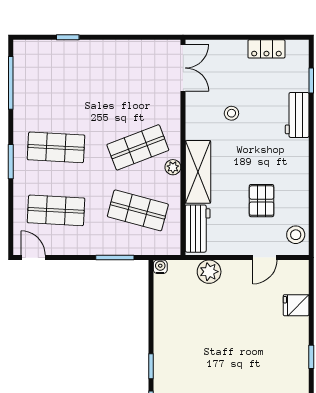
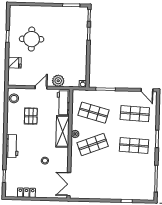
workbench: (297, 115) -> (12, 146), moved
door: (265, 258) -> (41, 88), moved
round table: (264, 353) -> (32, 39), added

